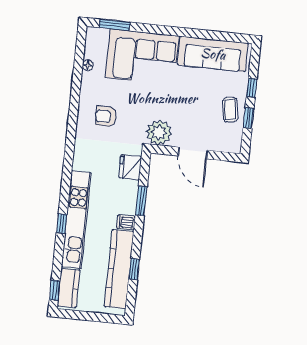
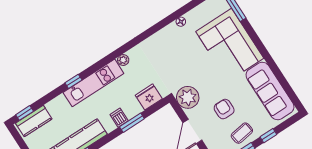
floor lamp: (88, 65) -> (181, 22), moved
armchair: (106, 116) -> (224, 109), moved
plant: (79, 163) -> (123, 60), added
kitchen unit: (76, 220) -> (93, 83), width x0.73
dishwasher: (126, 222) -> (119, 118), moved

